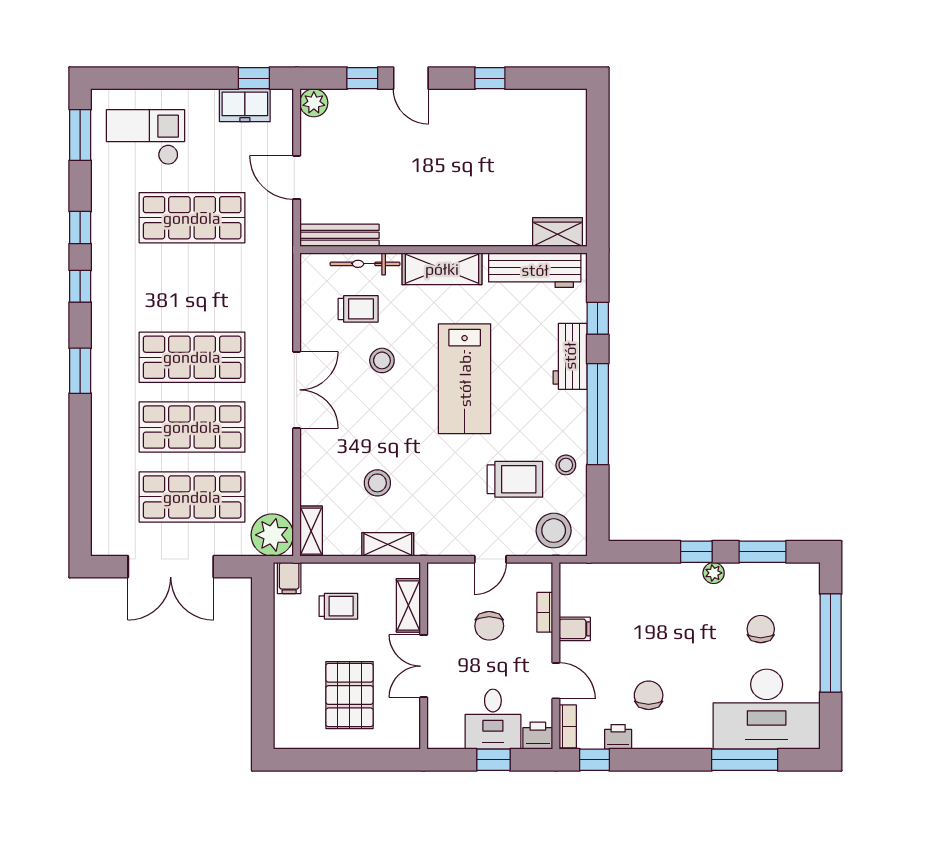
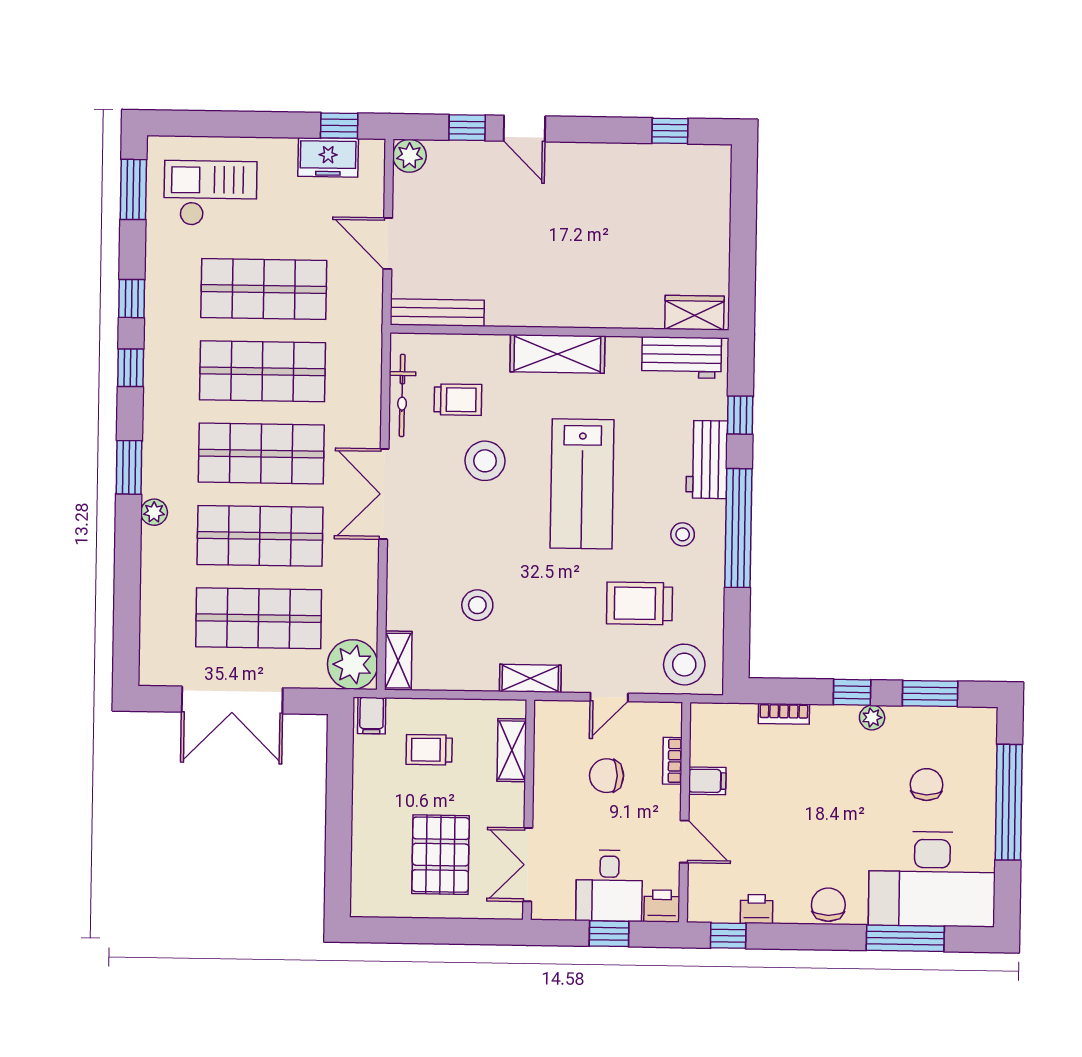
window: (490, 78) -> (670, 131), moved
bicycle: (365, 264) -> (402, 395), moved, turned -90
workbench: (535, 270) -> (682, 357), width x0.73
shop shelf: (192, 287) -> (263, 371), added
stool: (382, 360) -> (485, 461), width x1.38, depth x1.38
double door: (297, 390) -> (384, 494), swing flipped
plant: (102, 408) -> (154, 512), added
stool: (566, 465) -> (683, 534), moved
trolley: (515, 479) -> (640, 603), turned 180
shelving: (388, 544) -> (530, 678), moved
trolley: (338, 606) -> (429, 750), turned 180
chair: (489, 626) -> (607, 776), turned 90
double door: (424, 666) -> (528, 865), moved
chair: (649, 695) -> (828, 905), moved
bookcase: (568, 726) -> (784, 714), moved, turned 90

